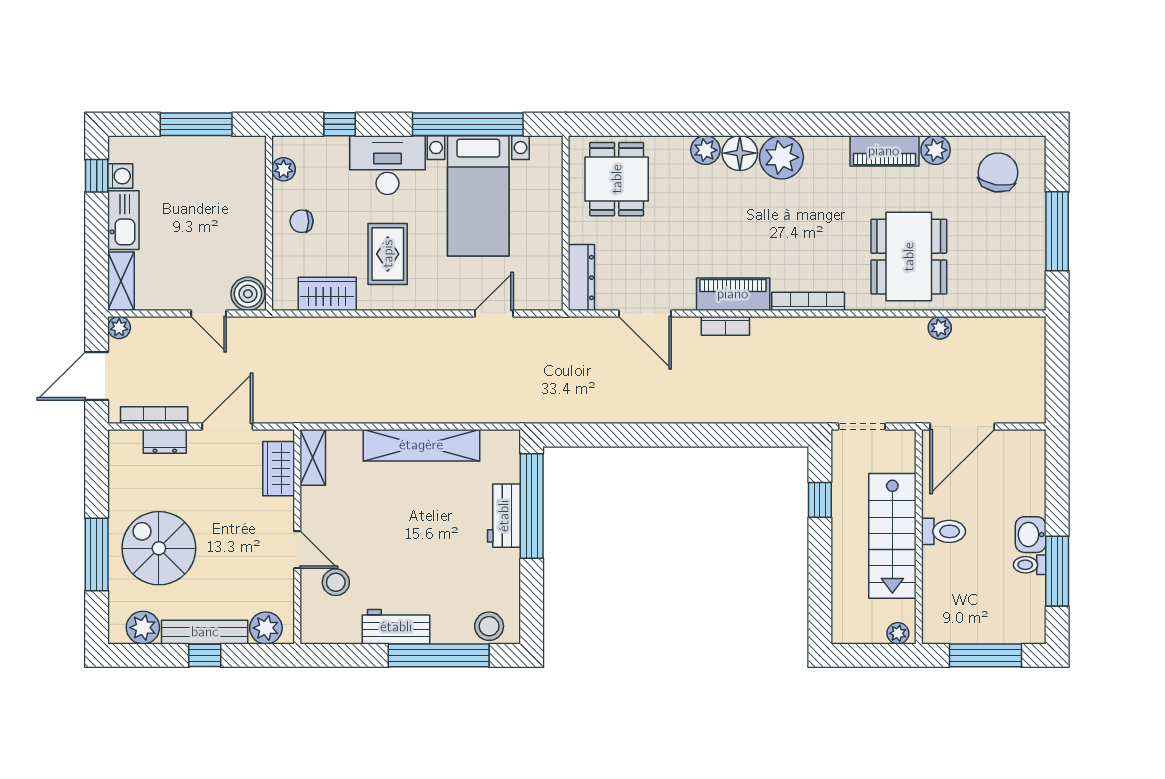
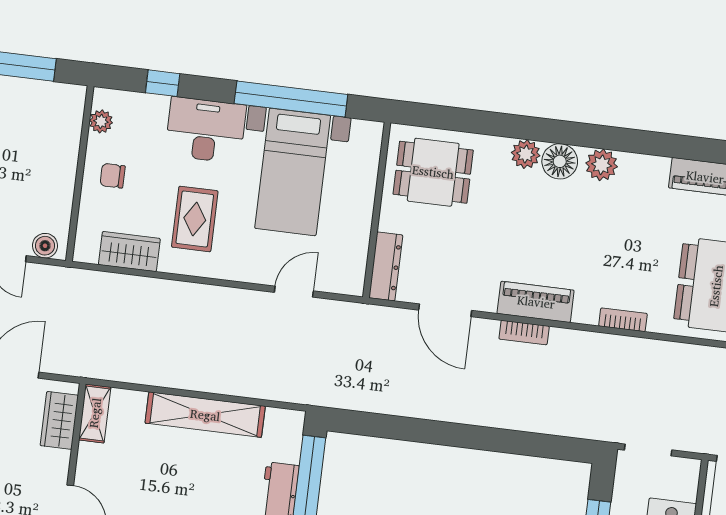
plant: (781, 157) -> (602, 165), width x0.73, depth x0.73
dining table: (617, 179) -> (433, 172), turned 90
boiler: (248, 294) -> (45, 246), width x0.73, depth x0.73
bookcase: (808, 301) -> (623, 320), width x0.64

